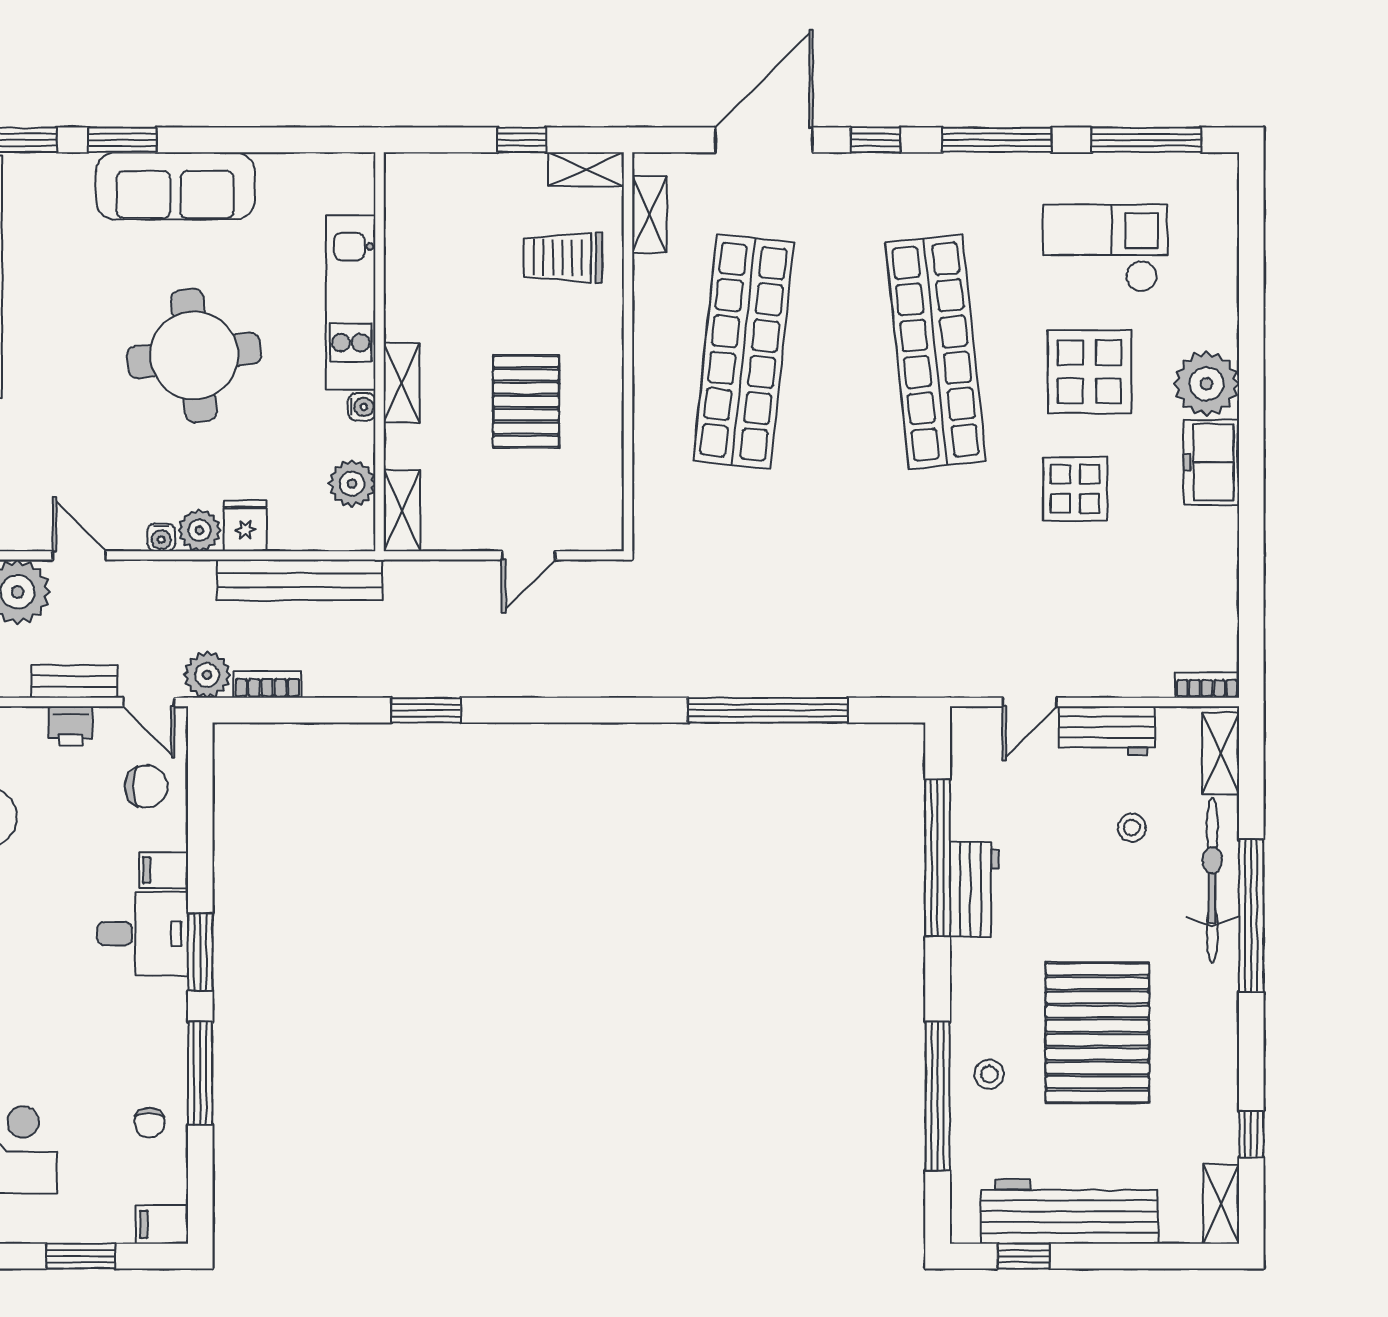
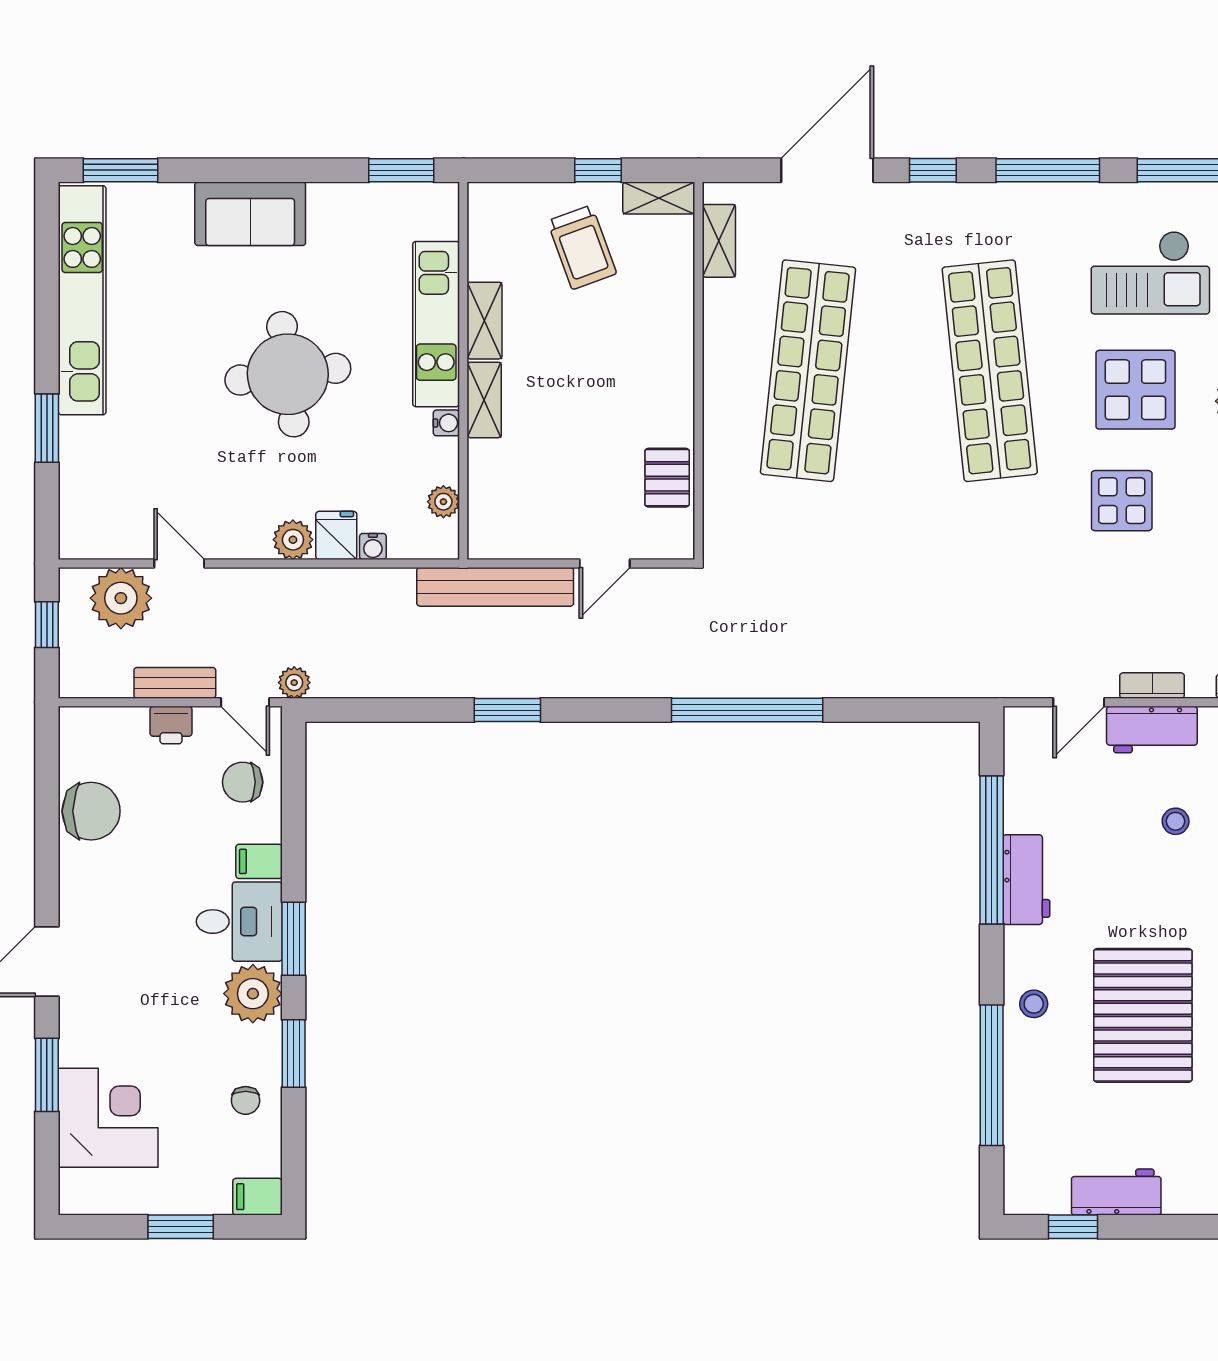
window: (122, 140) -> (401, 170), moved
sofa: (175, 186) -> (250, 214), width x0.73
checkout: (1105, 248) -> (1150, 273), turned 180
trolley: (563, 258) -> (582, 247), moved, turned -110
pallet: (526, 402) -> (667, 478), moved, width x0.67, depth x0.71
plant: (352, 484) -> (443, 502), width x0.73, depth x0.73
shelving: (402, 511) -> (485, 321), moved
water cooler: (161, 537) -> (373, 546), moved
bench: (300, 580) -> (495, 587), moved
plant: (207, 675) -> (294, 683), width x0.73, depth x0.73
bookcase: (267, 684) -> (1152, 686), moved
window: (768, 710) -> (747, 710), moved
chair: (146, 786) -> (243, 782), turned 180
plant: (157, 1010) -> (253, 994), added
window: (200, 1073) -> (294, 1054), width x0.69
stool: (989, 1074) -> (1034, 1004), moved
workbench: (1069, 1212) -> (1116, 1192), width x0.53, depth x0.76

